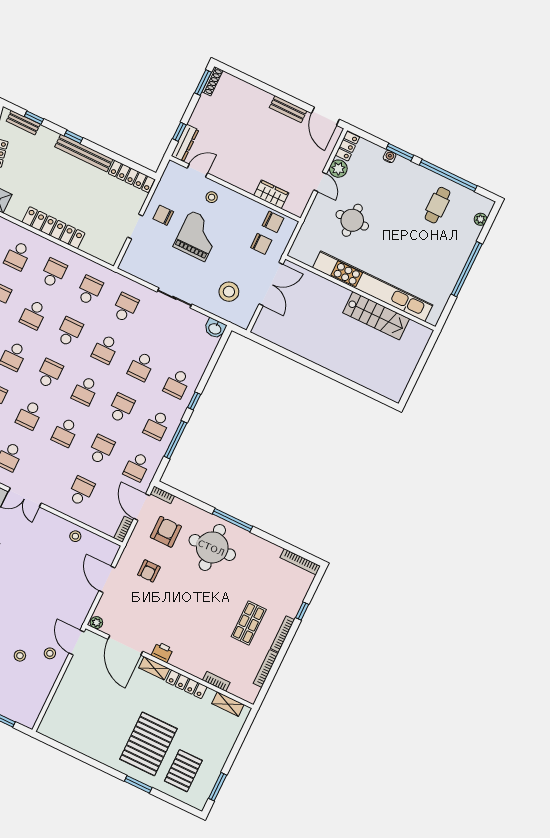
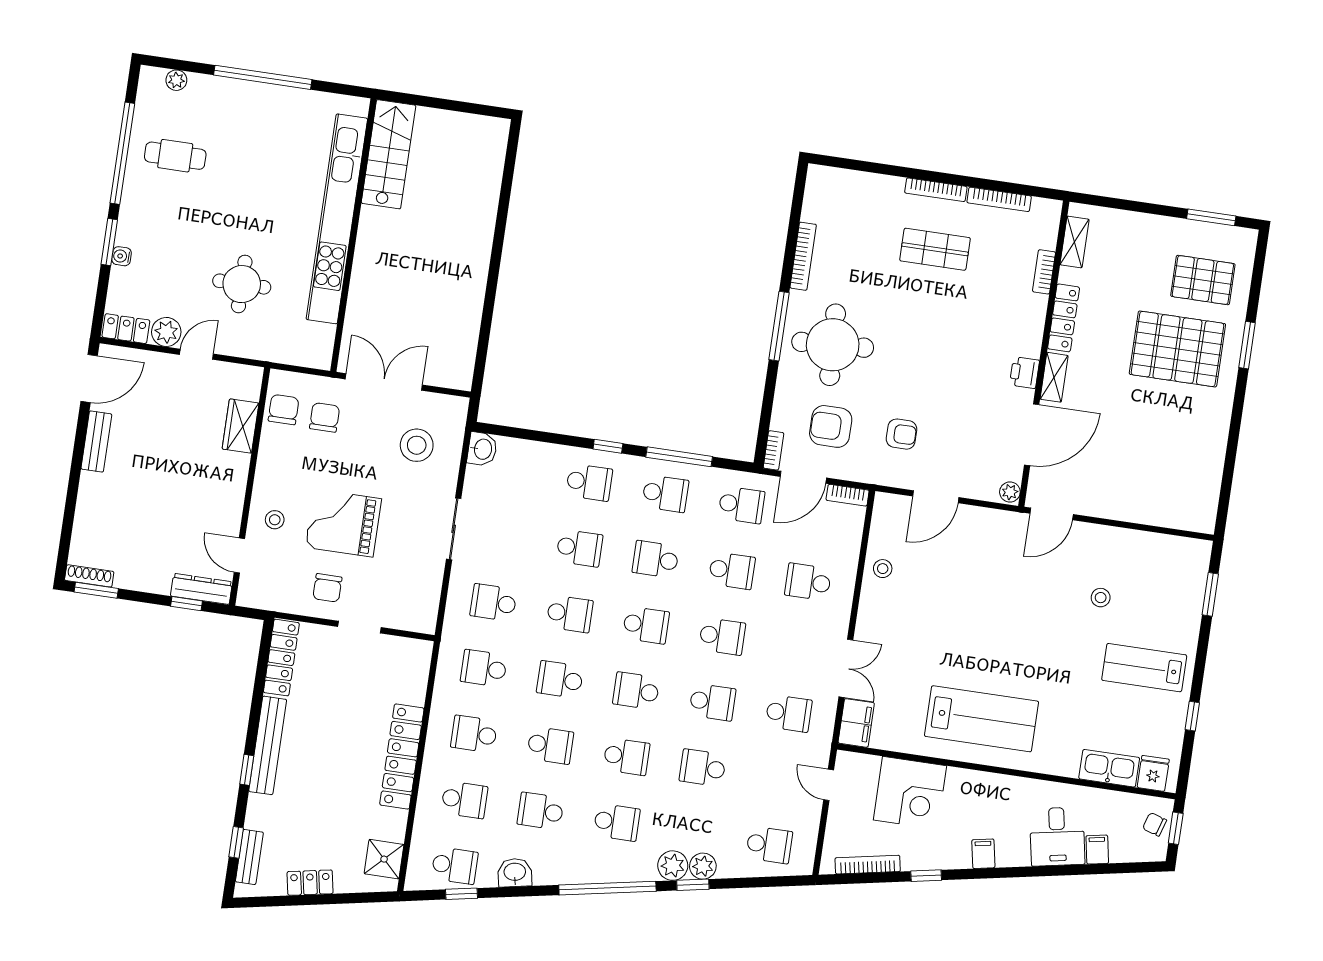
stairs: (376, 316) -> (389, 154), moved
school desk: (101, 450) -> (732, 571), turned 180
bookcase: (300, 562) -> (803, 256), moved
window: (302, 611) -> (889, 170), removed
stool: (50, 653) -> (1082, 551), removed

